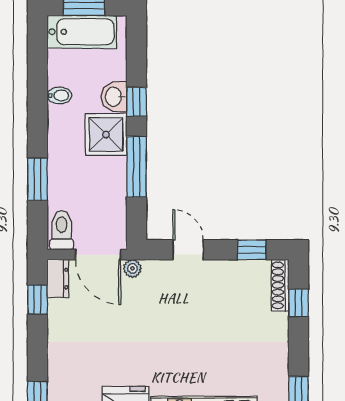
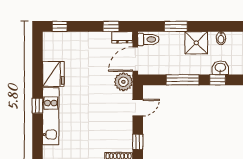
shower: (106, 134) -> (196, 43), moved
plant: (132, 269) -> (123, 82), width x1.88, depth x1.88

